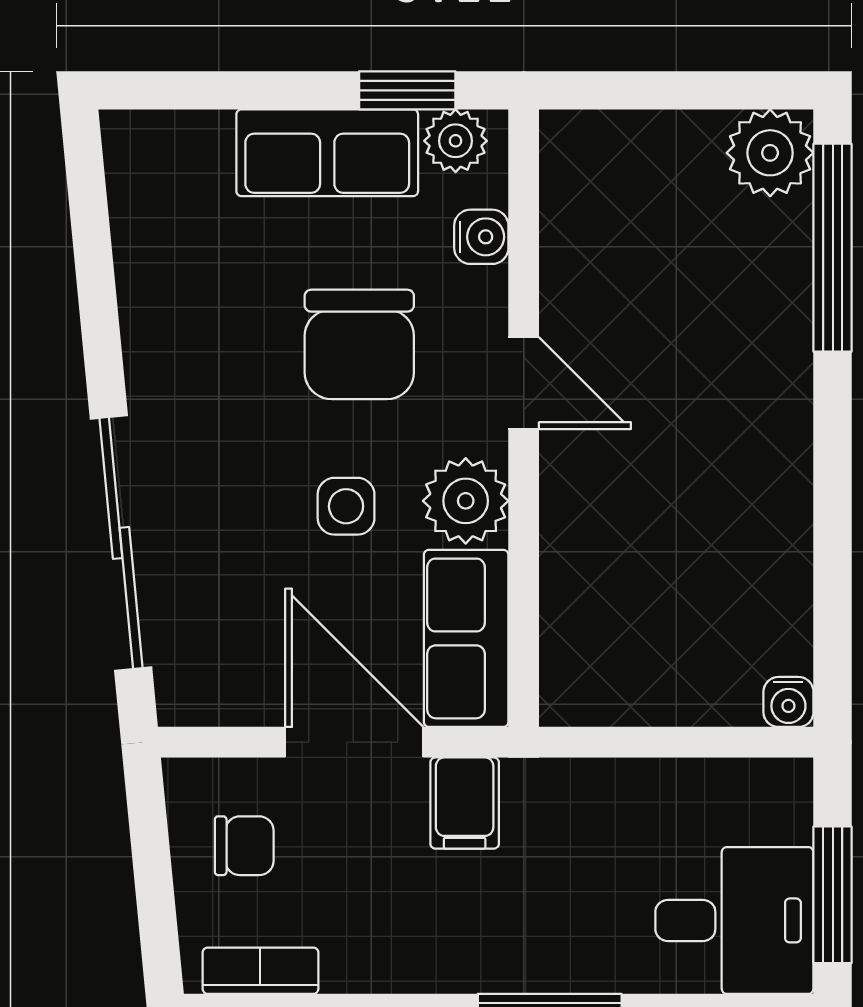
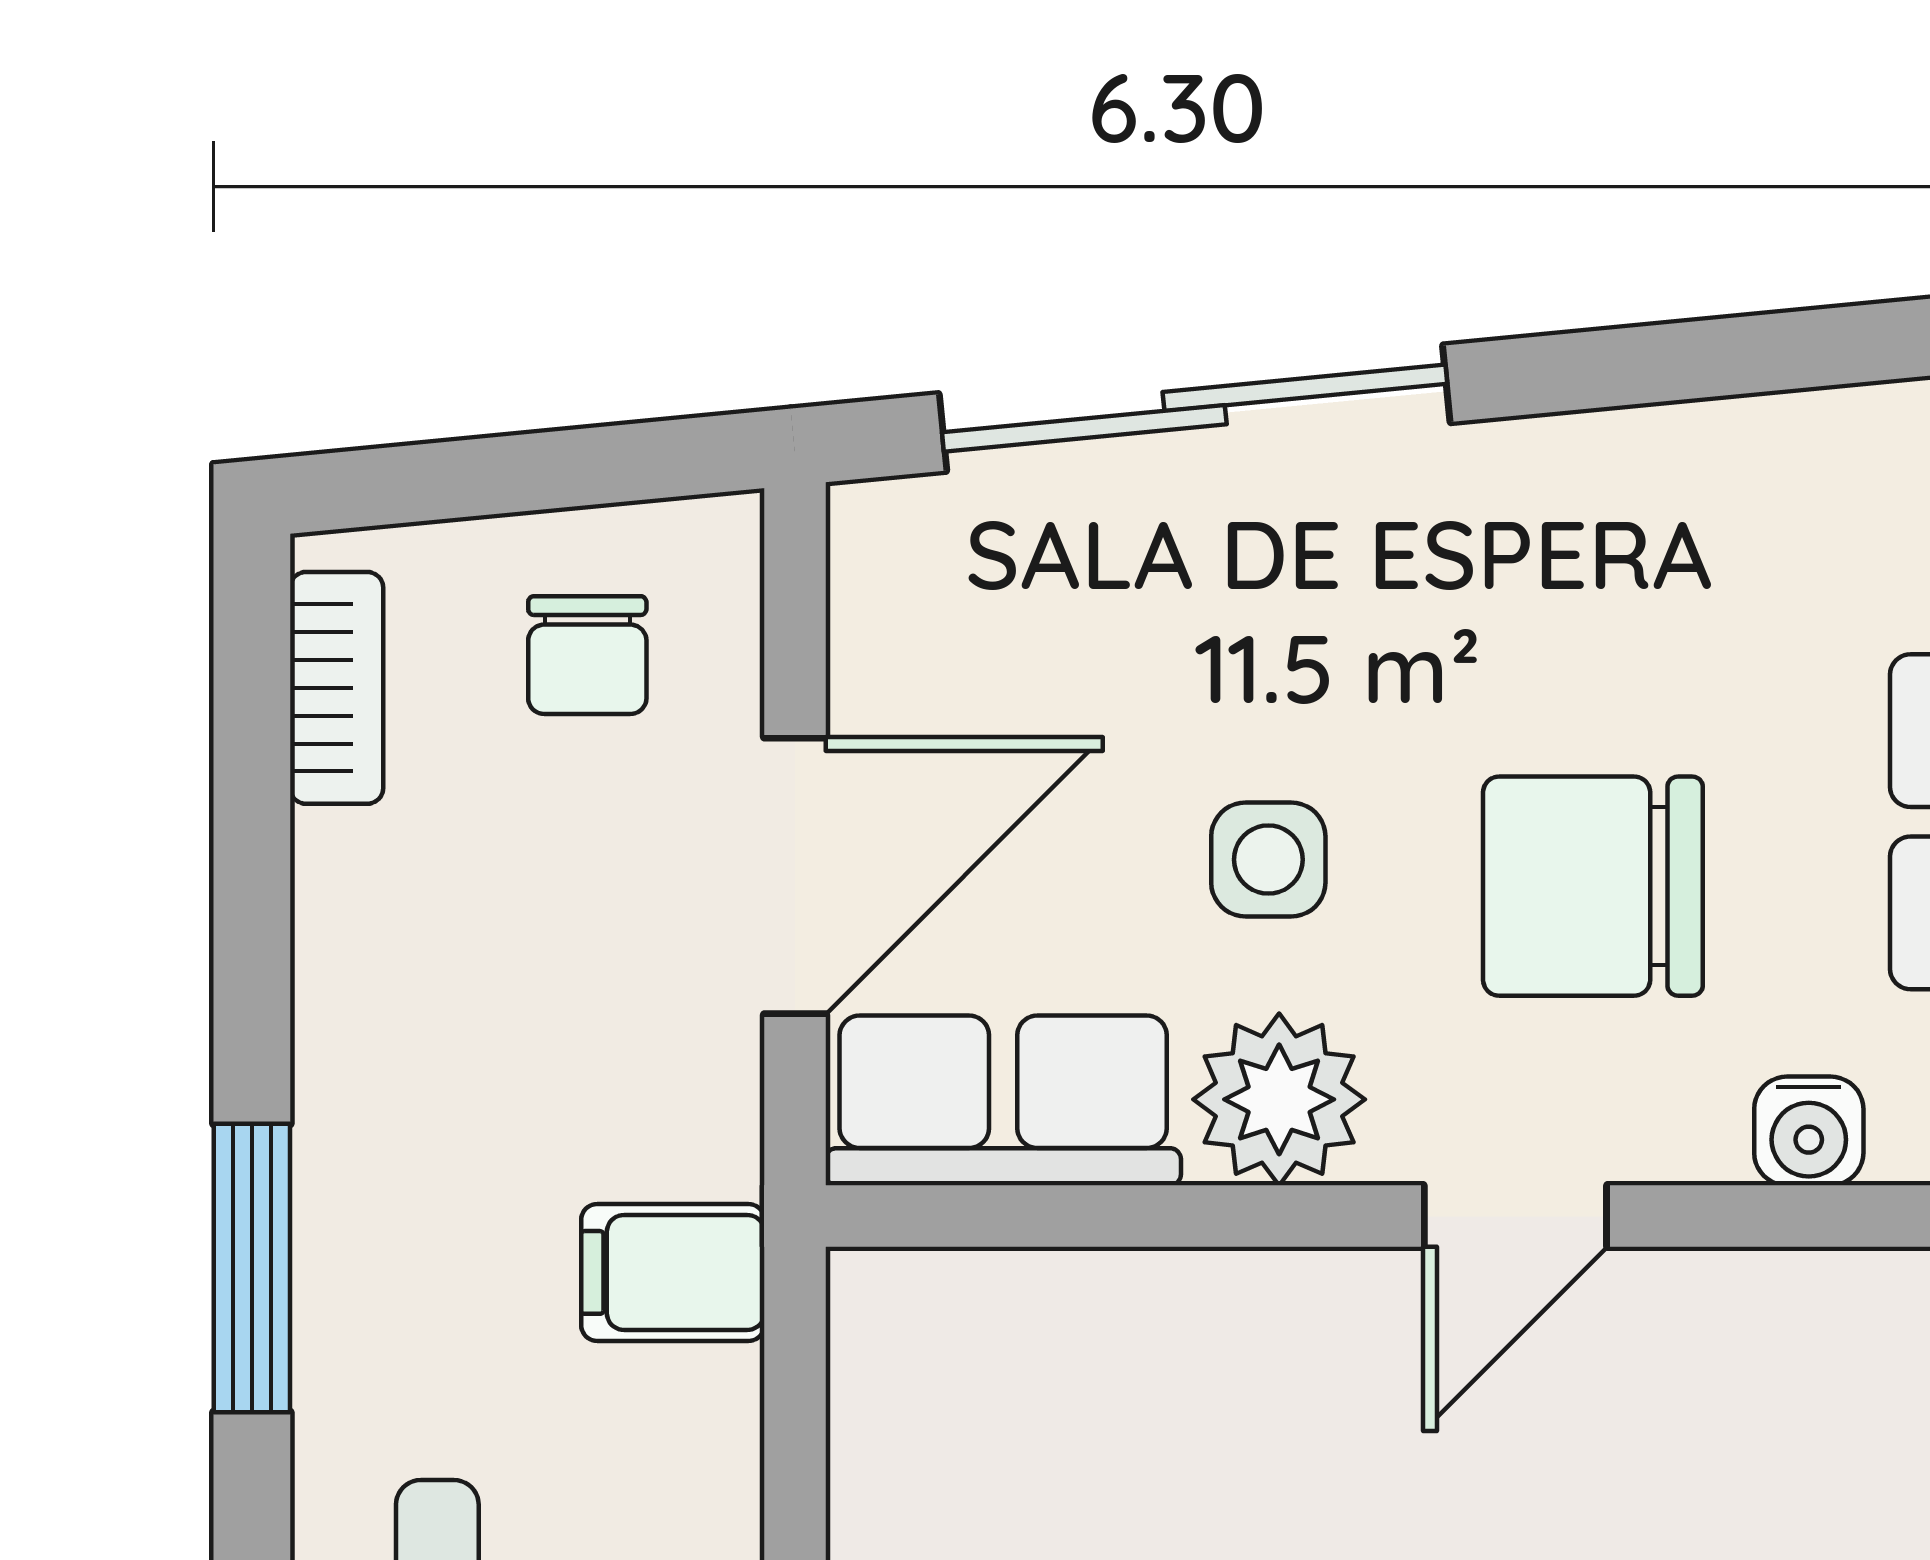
filing cabinet: (465, 803) -> (673, 1272), moved

